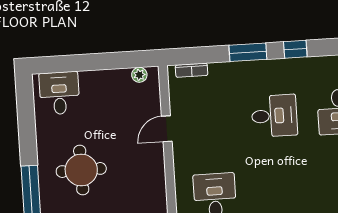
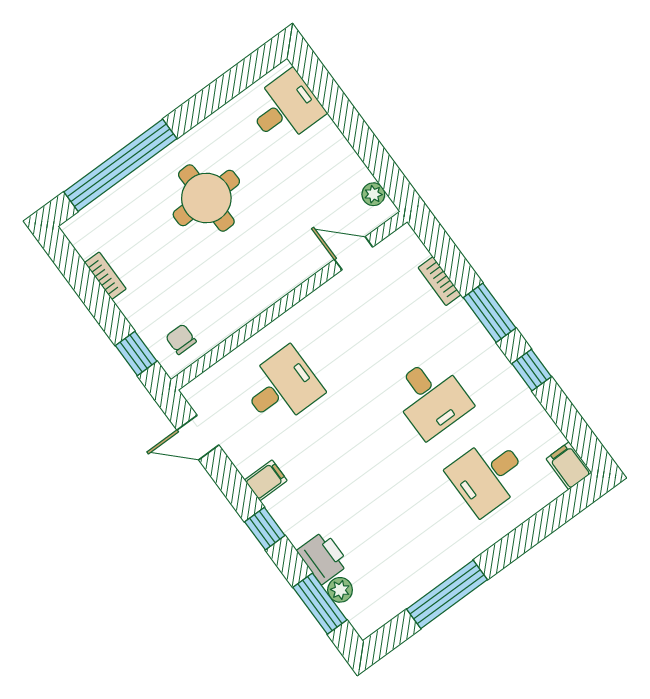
bookcase: (192, 70) -> (440, 281), moved
door: (167, 129) -> (354, 253), moved

